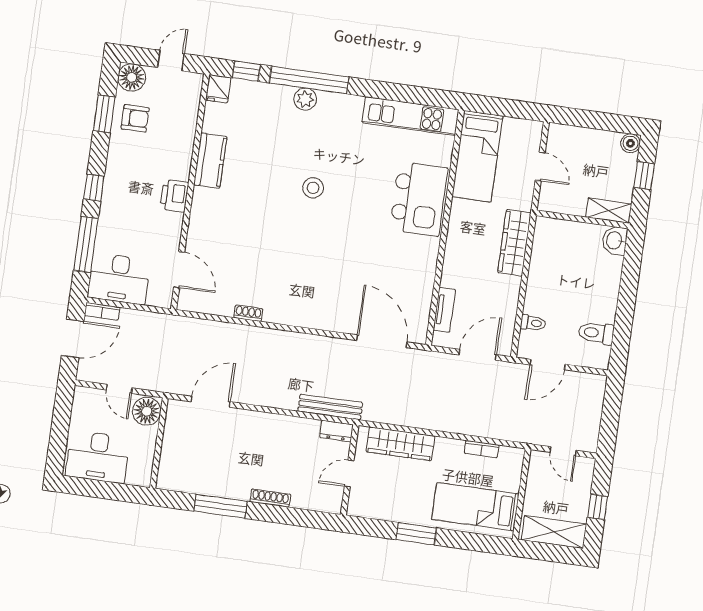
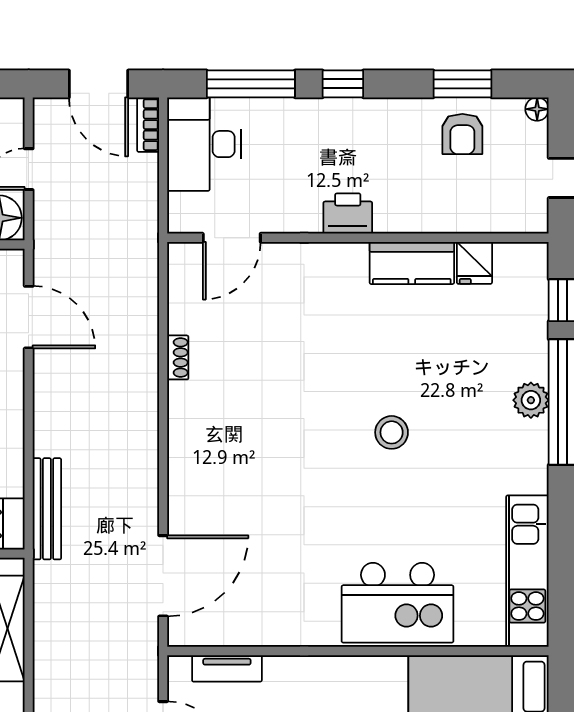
floor lamp: (132, 77) -> (537, 109), width x0.53, depth x0.53
fridge: (218, 89) -> (474, 263), moved, turned -90

